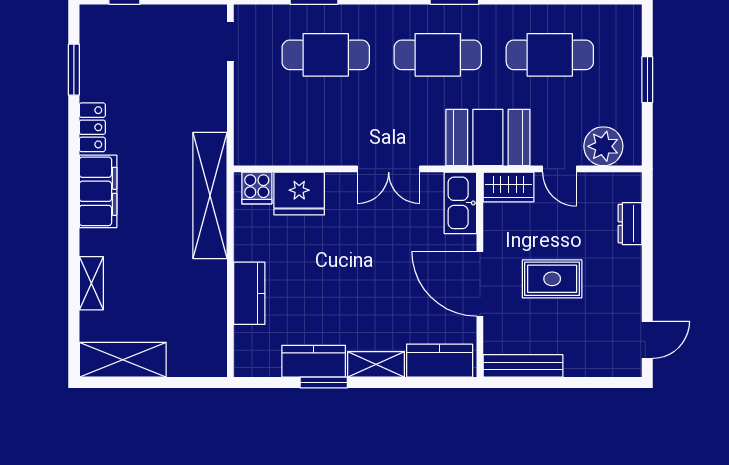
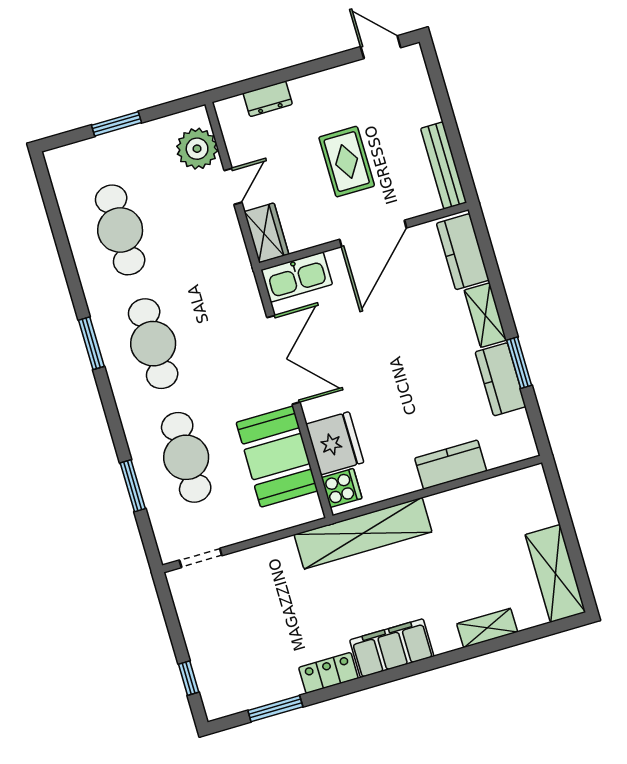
booth: (488, 138) -> (277, 457), moved
double door: (389, 169) -> (283, 360), width x1.37

